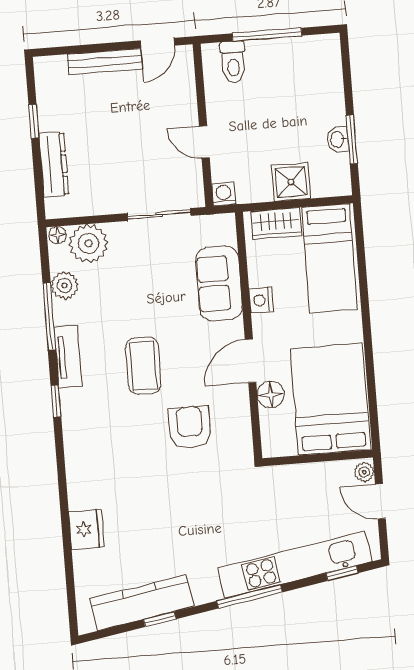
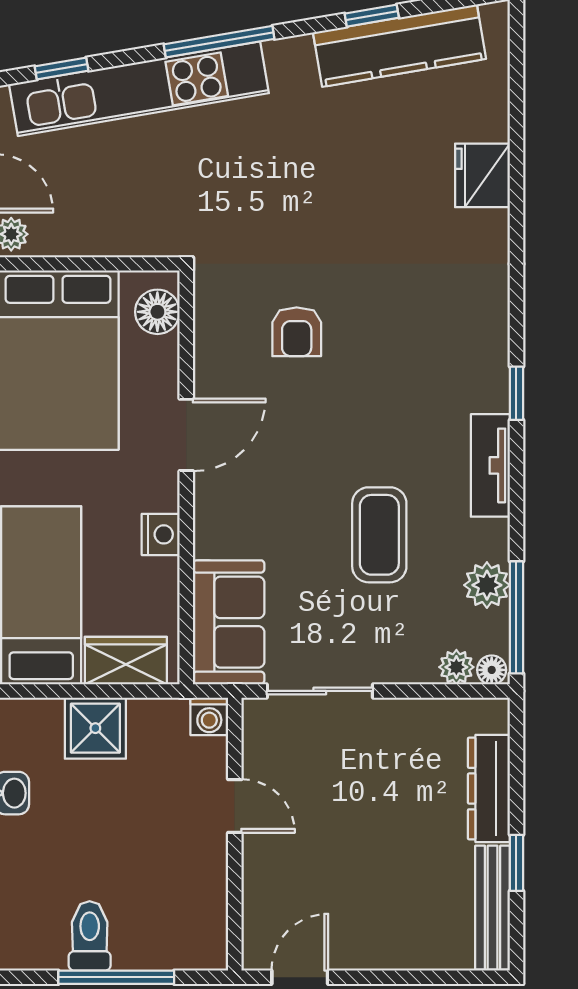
bench: (105, 62) -> (493, 908), moved, turned 90
toilet: (233, 62) -> (90, 936), moved
plant: (89, 243) -> (456, 667), width x0.53, depth x0.53
sofa: (219, 283) -> (229, 622), moved
window: (49, 316) -> (516, 617), moved
coffee table: (143, 366) -> (379, 535), moved
floor lamp: (271, 395) -> (157, 312), moved
armchair: (190, 427) -> (297, 332), width x0.72, depth x0.72

